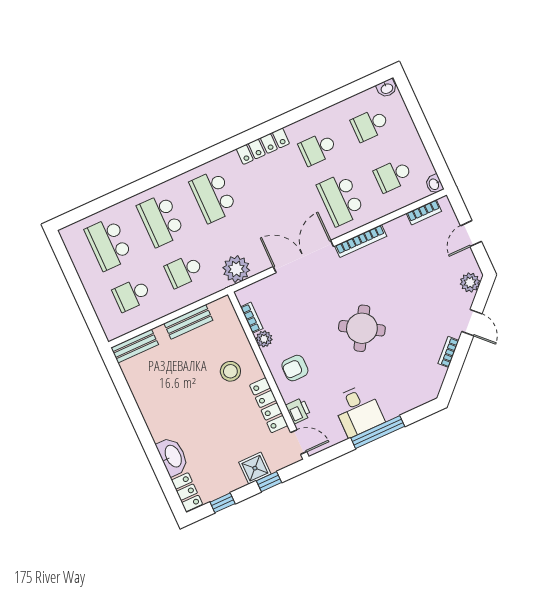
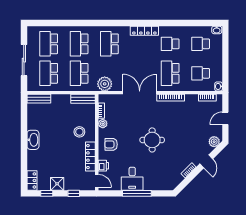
school desk: (184, 271) -> (79, 73), width x1.85
sliding door: (79, 291) -> (24, 60), added
school desk: (132, 295) -> (49, 73), width x1.85
bench: (188, 322) -> (83, 99), moved
round table: (362, 328) -> (152, 140), turned -31
washbasin: (173, 456) -> (33, 140), moved
shower: (255, 468) -> (57, 184), moved

